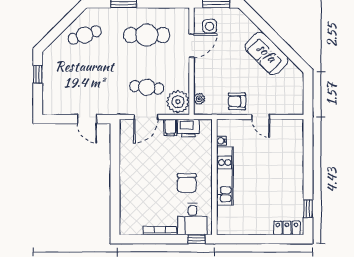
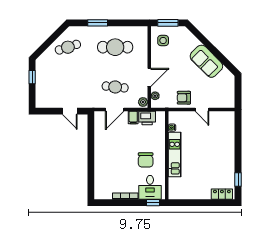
door: (191, 46) -> (149, 77), moved
plant: (178, 102) -> (143, 102), width x0.53, depth x0.53

